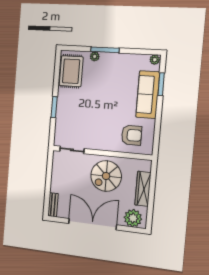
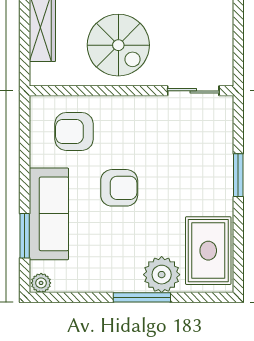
plant: (95, 56) -> (162, 275), width x1.87, depth x1.87
armchair: (112, 105) -> (119, 188), added
spiral stairs: (106, 176) -> (118, 45), turned 90

